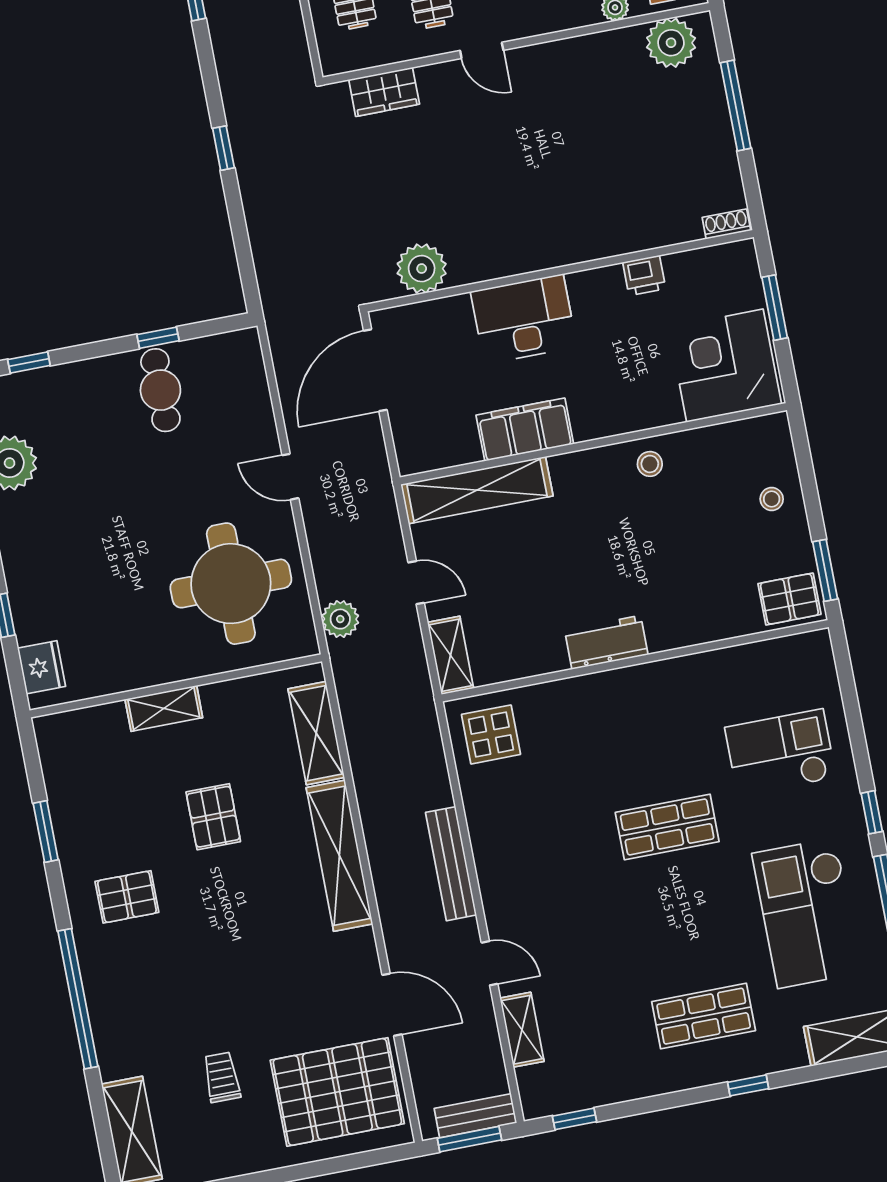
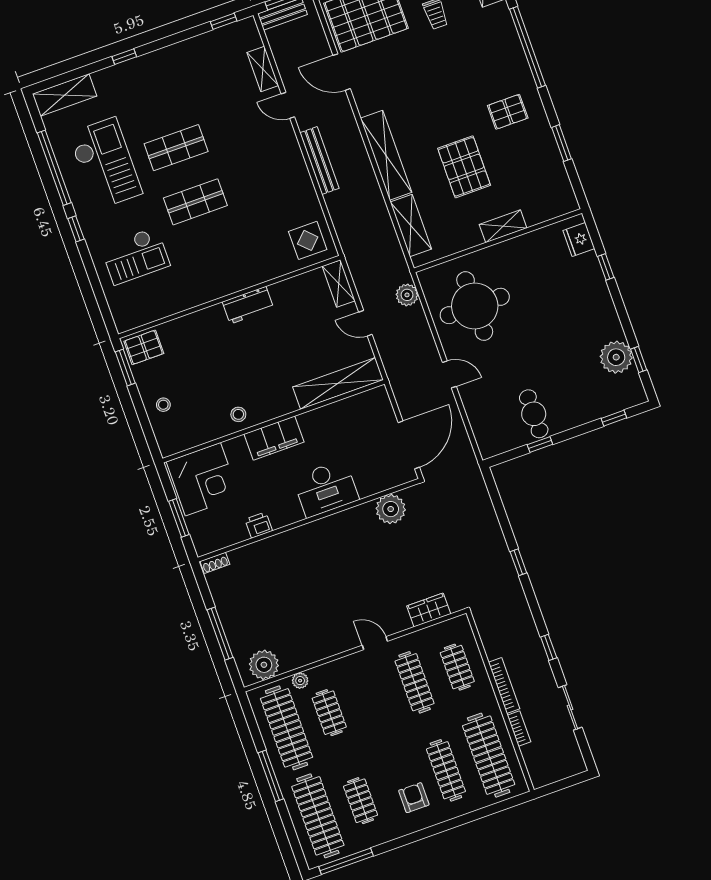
filing cabinet: (525, 430) -> (274, 438), moved
pallet: (213, 817) -> (464, 167), width x1.50, depth x1.42
shop shelf: (704, 1016) -> (176, 148), moved

